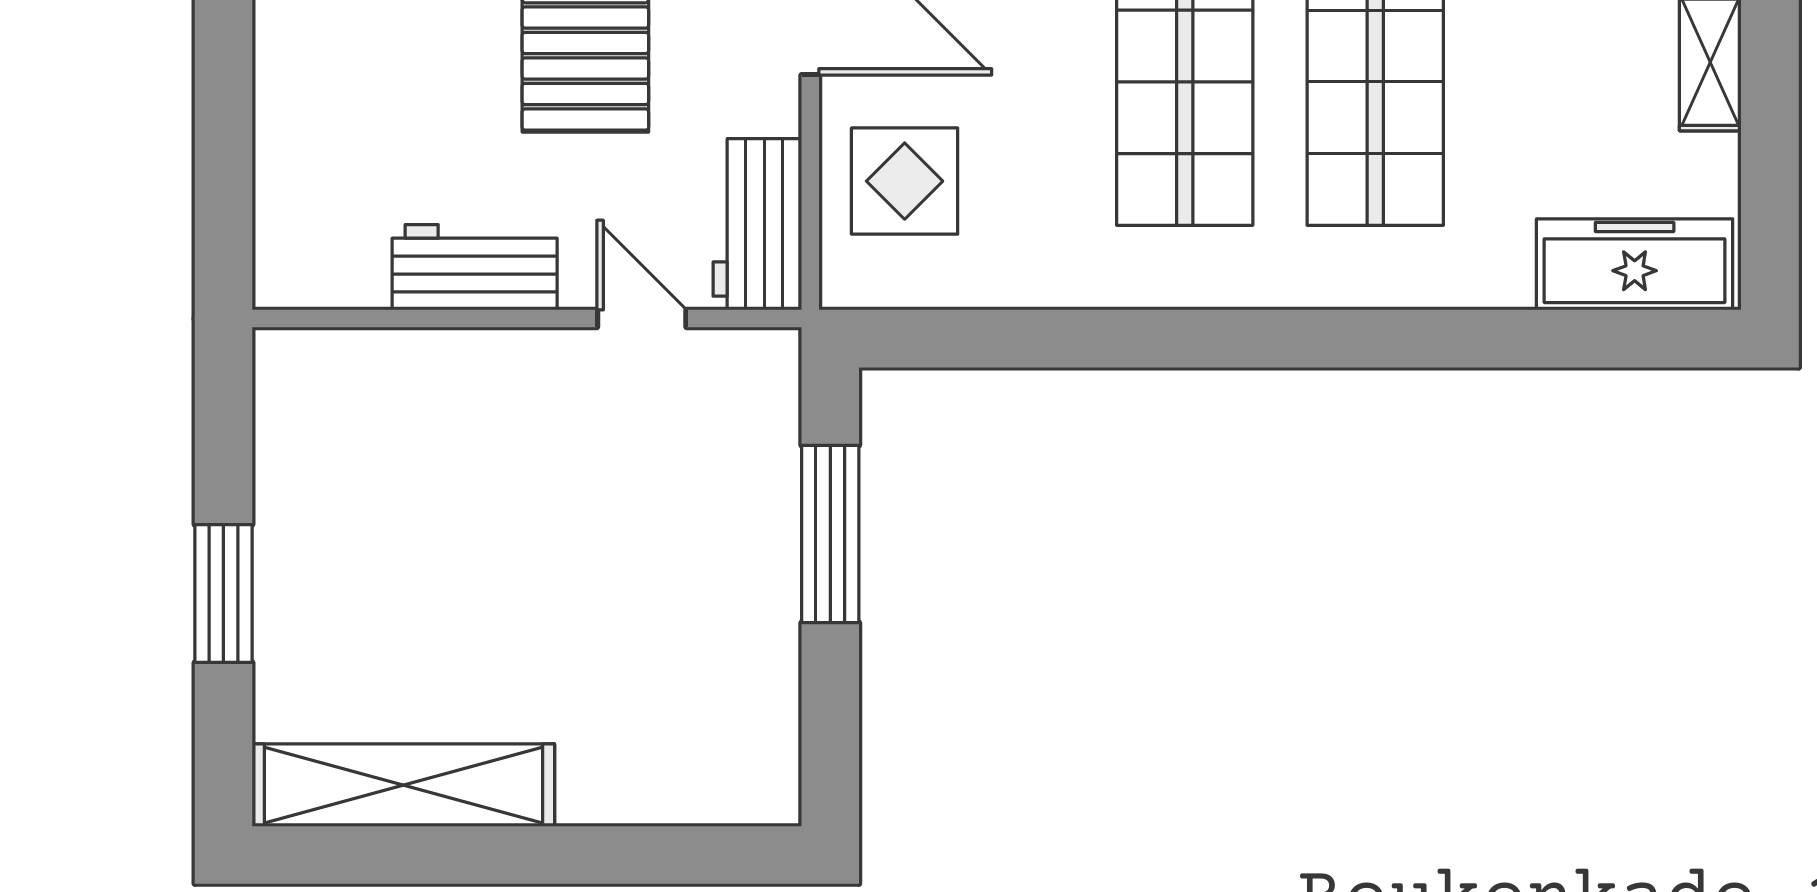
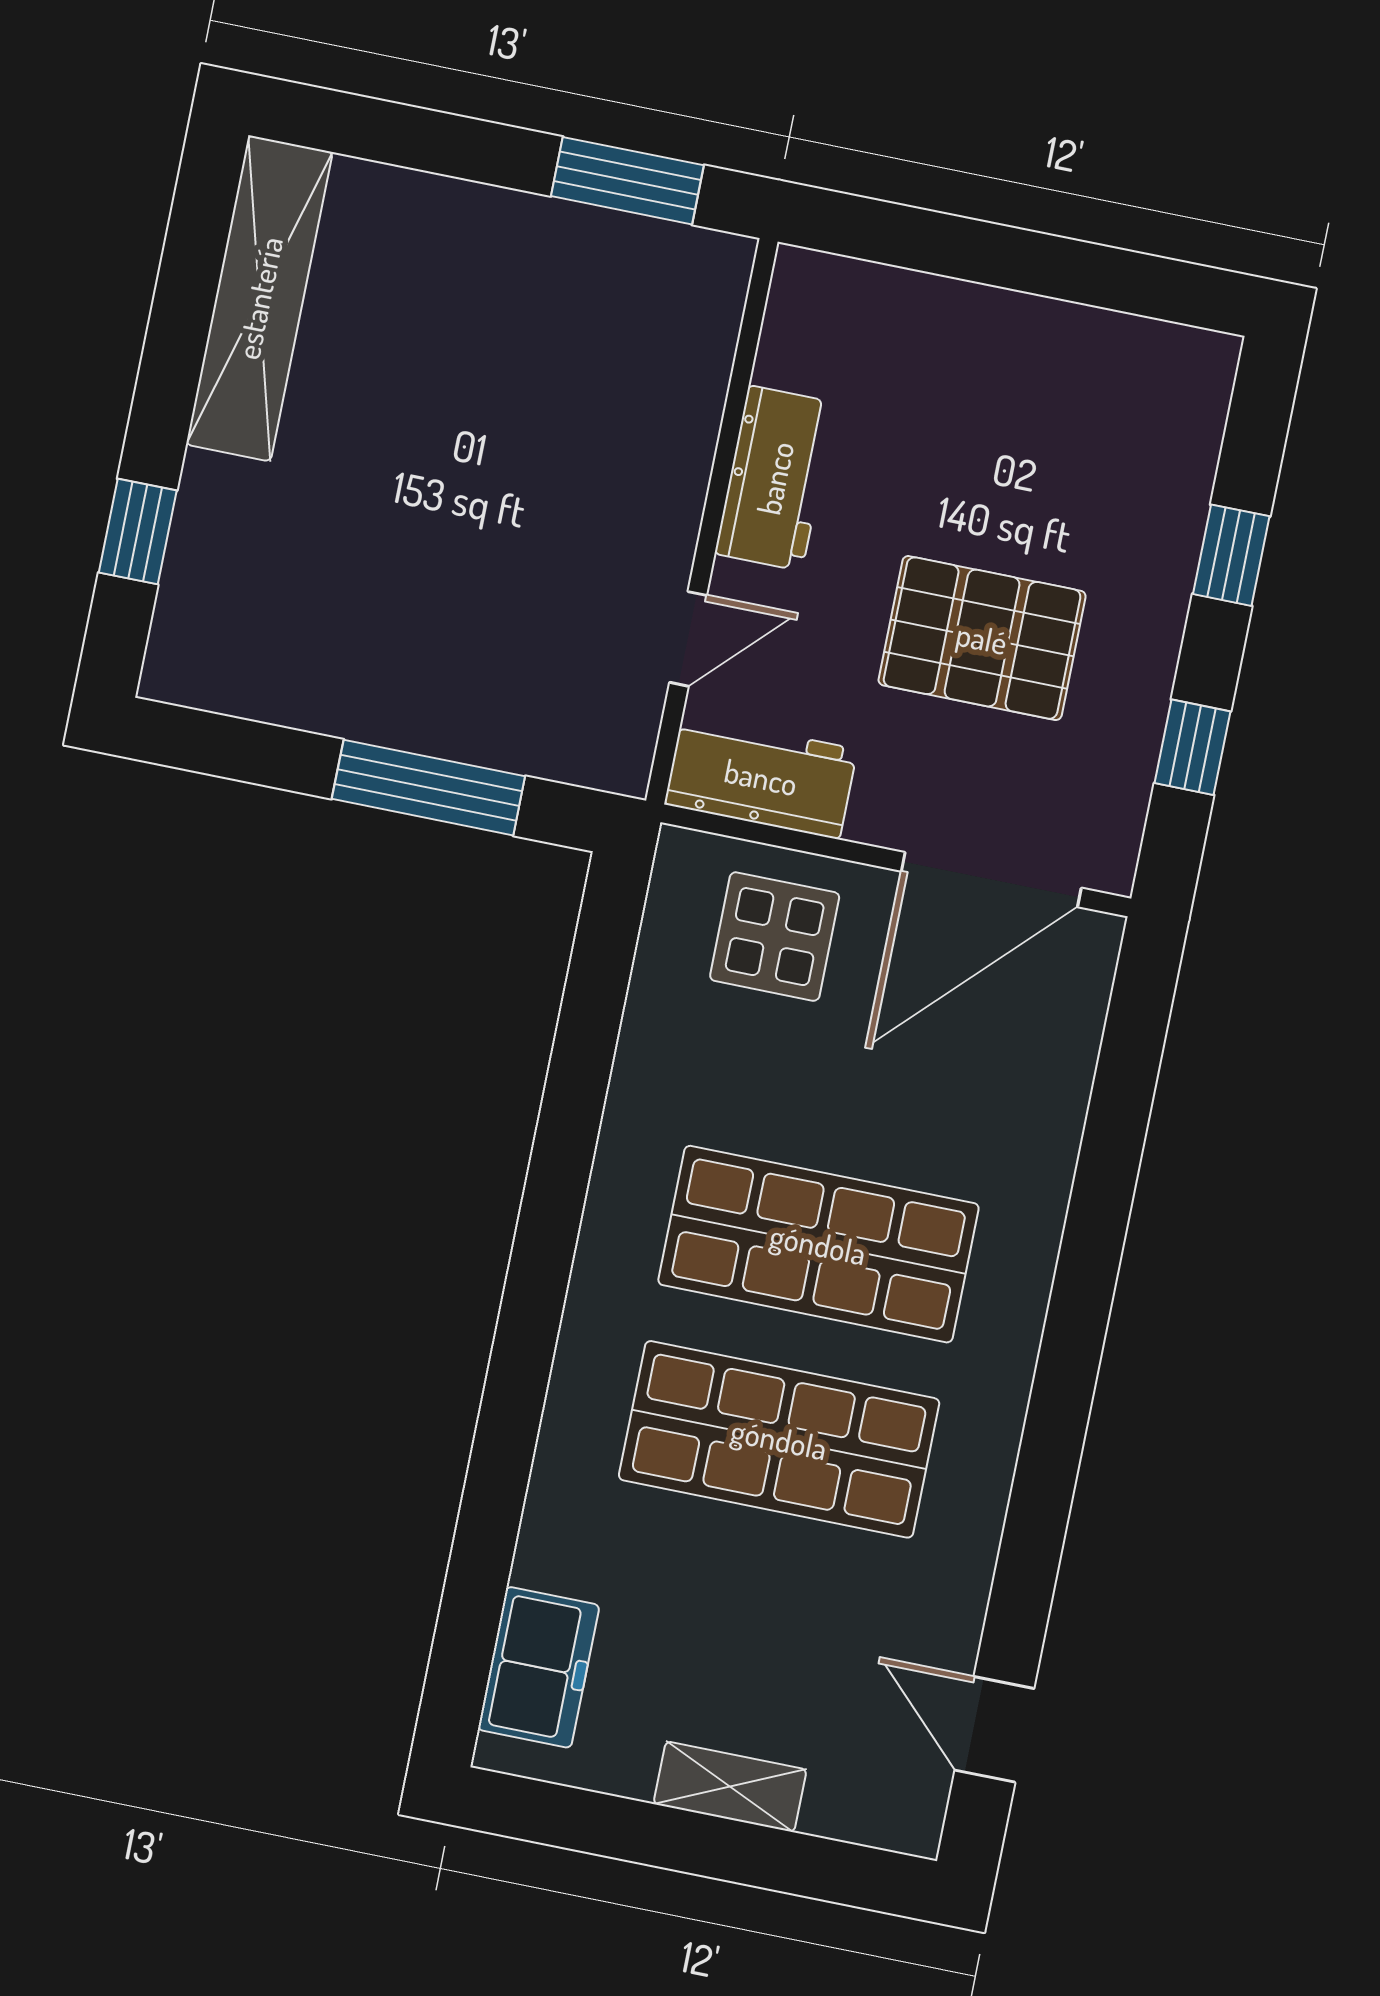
freezer: (1635, 264) -> (539, 1667), width x0.71
window: (223, 594) -> (627, 181), moved
window: (645, 855) -> (138, 532), added

